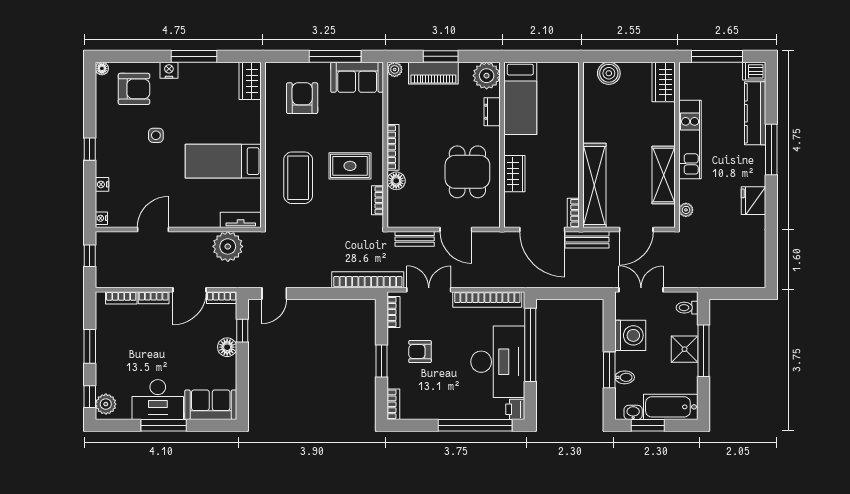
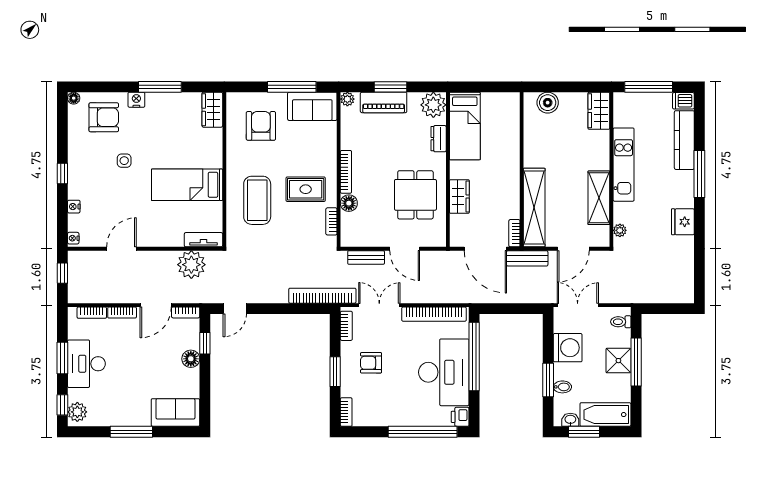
desk: (158, 400) -> (86, 364), moved, turned 90

